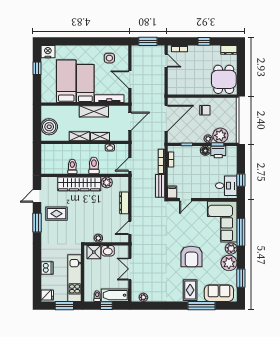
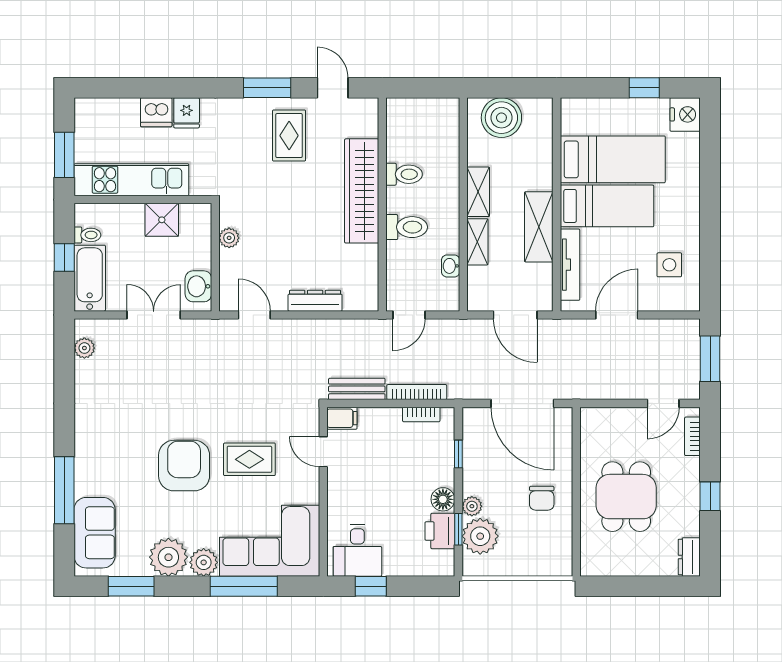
dining table: (224, 79) -> (626, 497), moved, turned 90
door: (130, 165) -> (409, 315), swing flipped
plant: (107, 182) -> (365, 258), removed
washbasin: (108, 251) -> (198, 286), moved
shower: (94, 252) -> (162, 220), moved
armchair: (191, 257) -> (184, 466), turned 90
rug: (190, 290) -> (249, 459), moved
fridge: (47, 295) -> (187, 113), moved

